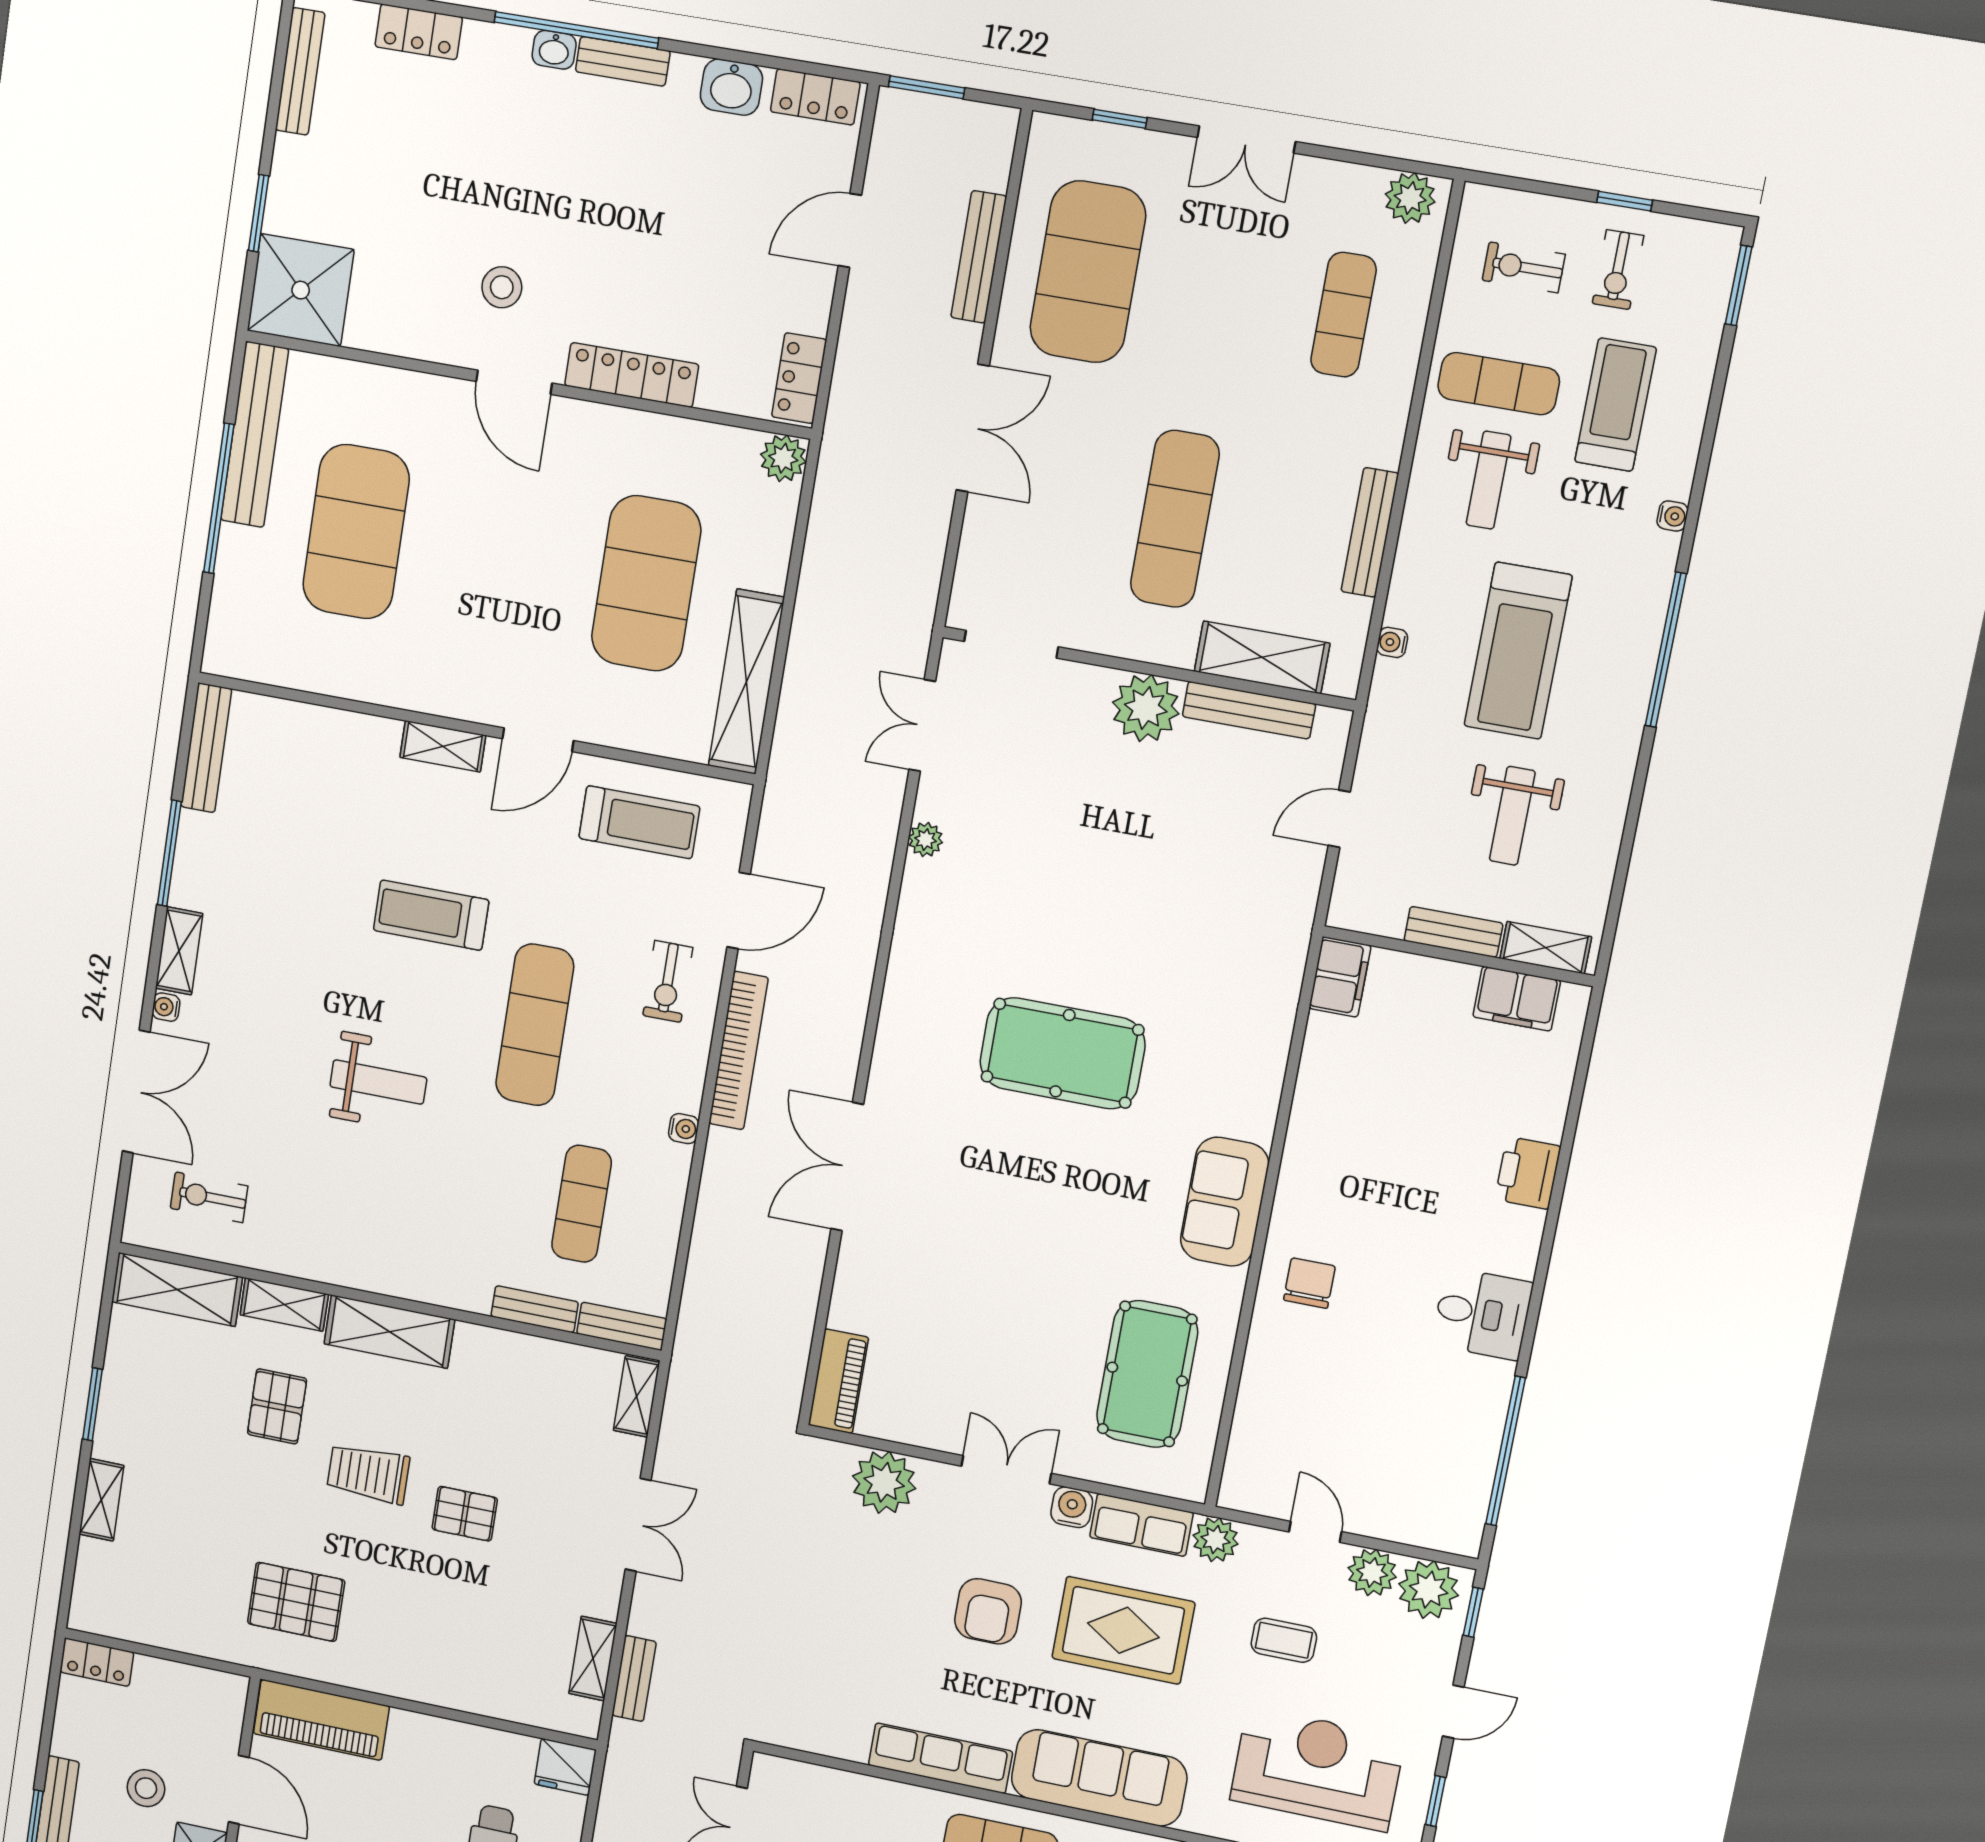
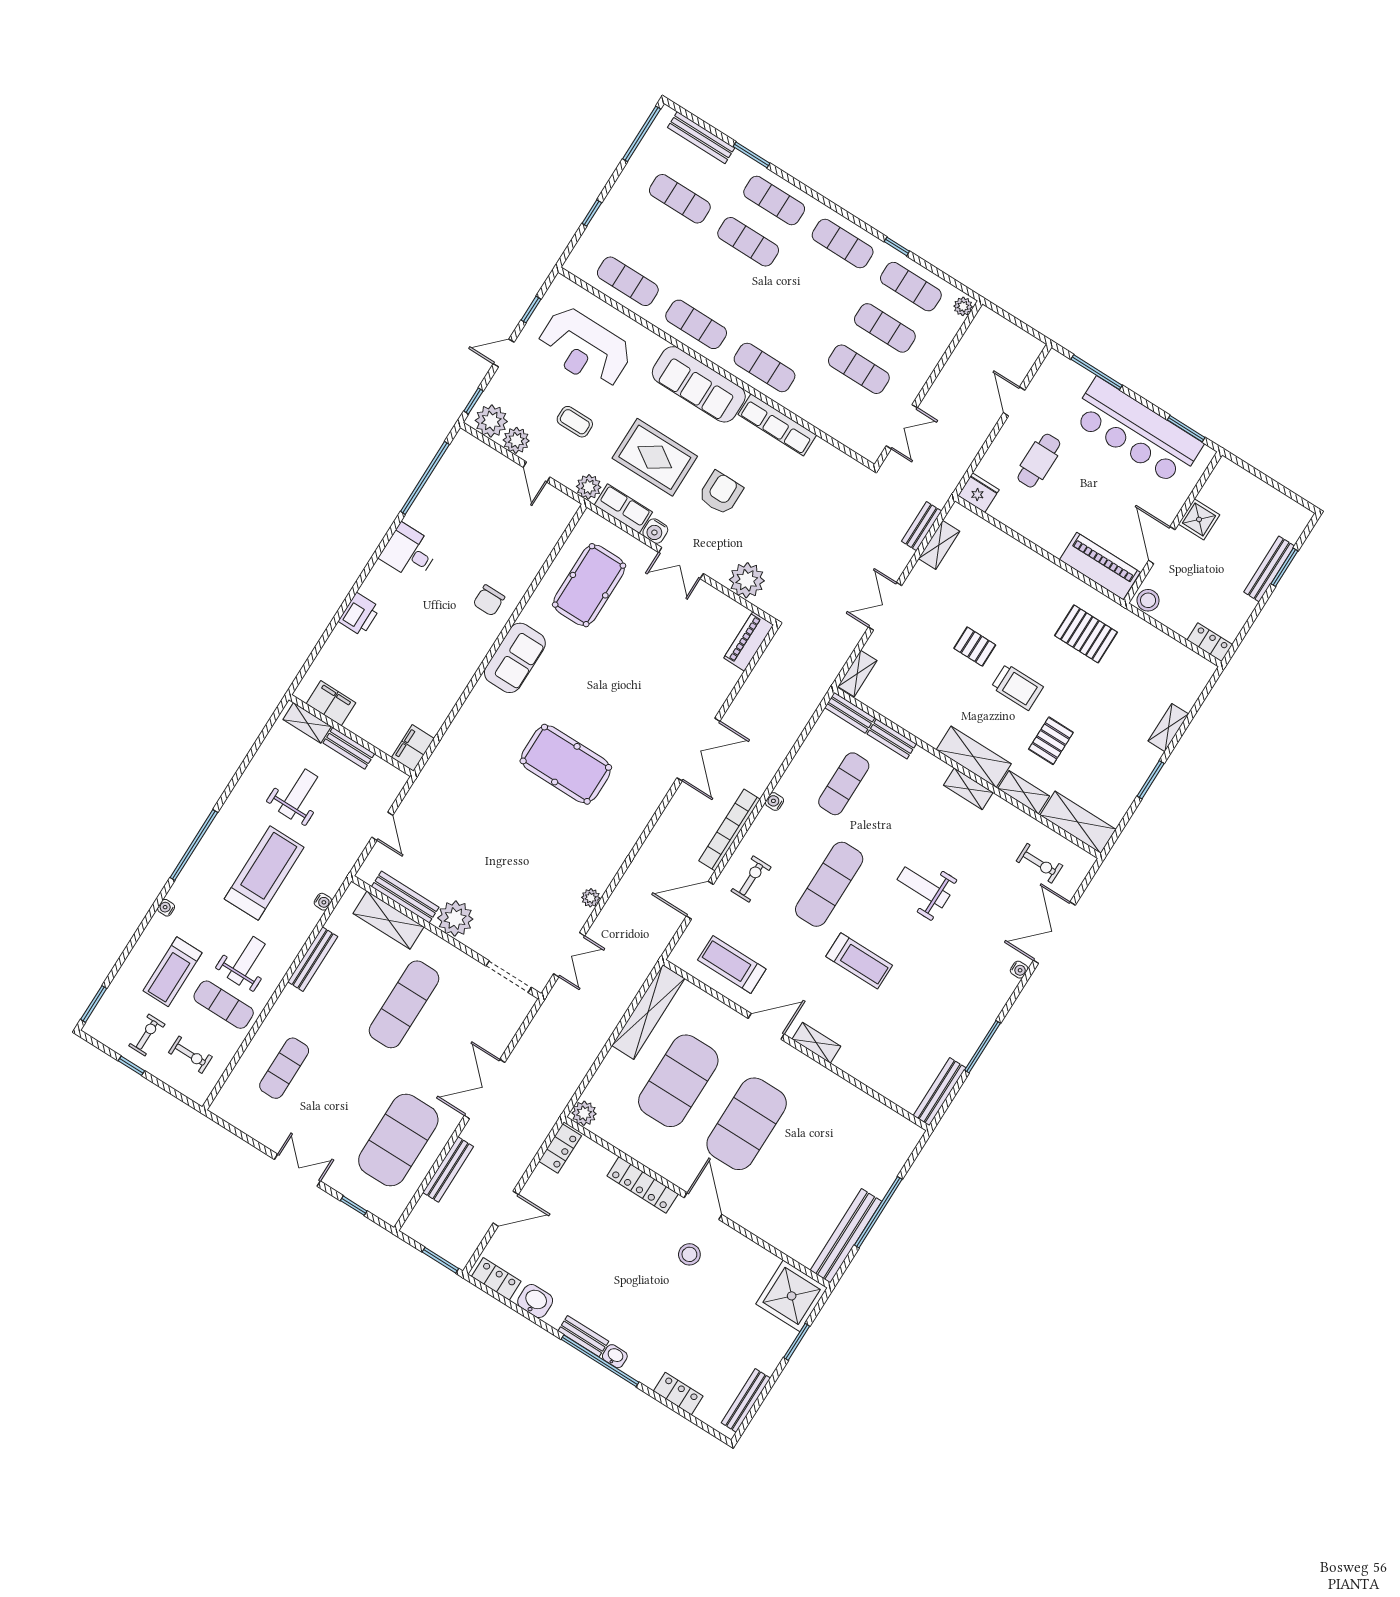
plant: (1410, 198) -> (231, 1110), removed
exercise mat: (356, 532) -> (747, 1124), moved
door: (1339, 819) -> (382, 826), hinge flipped
shelving: (179, 951) -> (968, 789), moved, turned 90
stool: (146, 1788) -> (1148, 600), moved

